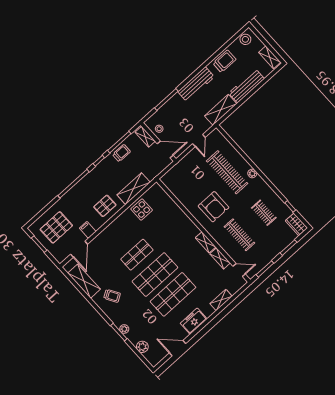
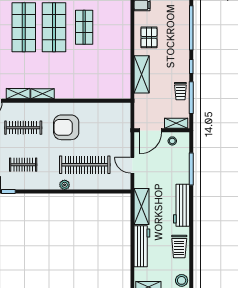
display table: (142, 210) -> (118, 65), removed

